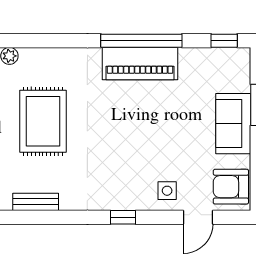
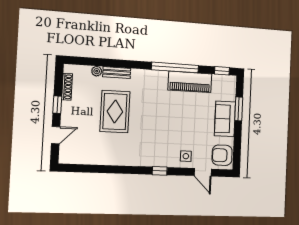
piano: (140, 64) -> (190, 82), moved
bench: (36, 202) -> (117, 73), moved
door: (198, 217) -> (203, 172), hinge flipped

